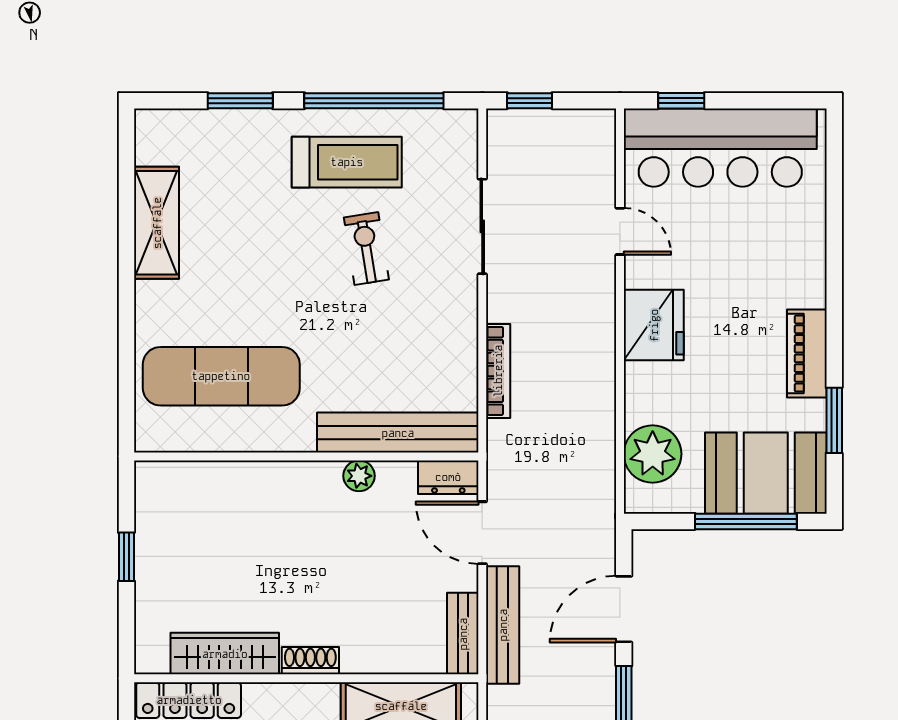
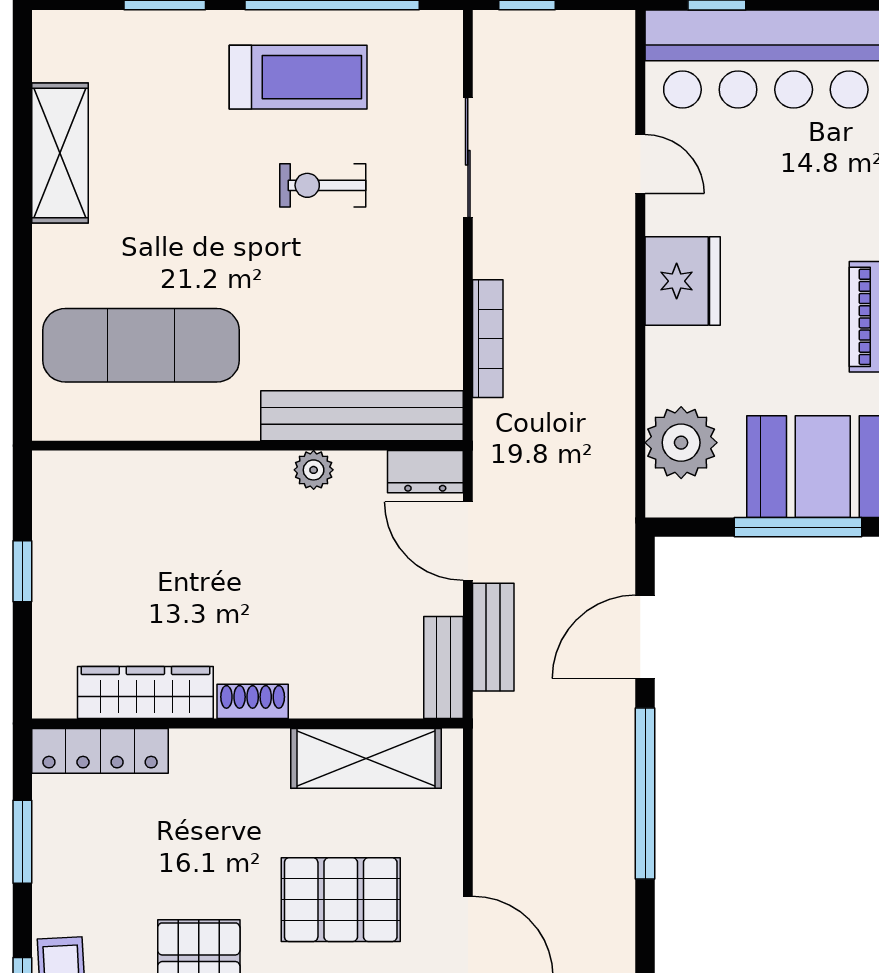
exercise bike: (366, 248) -> (323, 185), turned -81
bench: (503, 625) -> (493, 637), width x0.73

